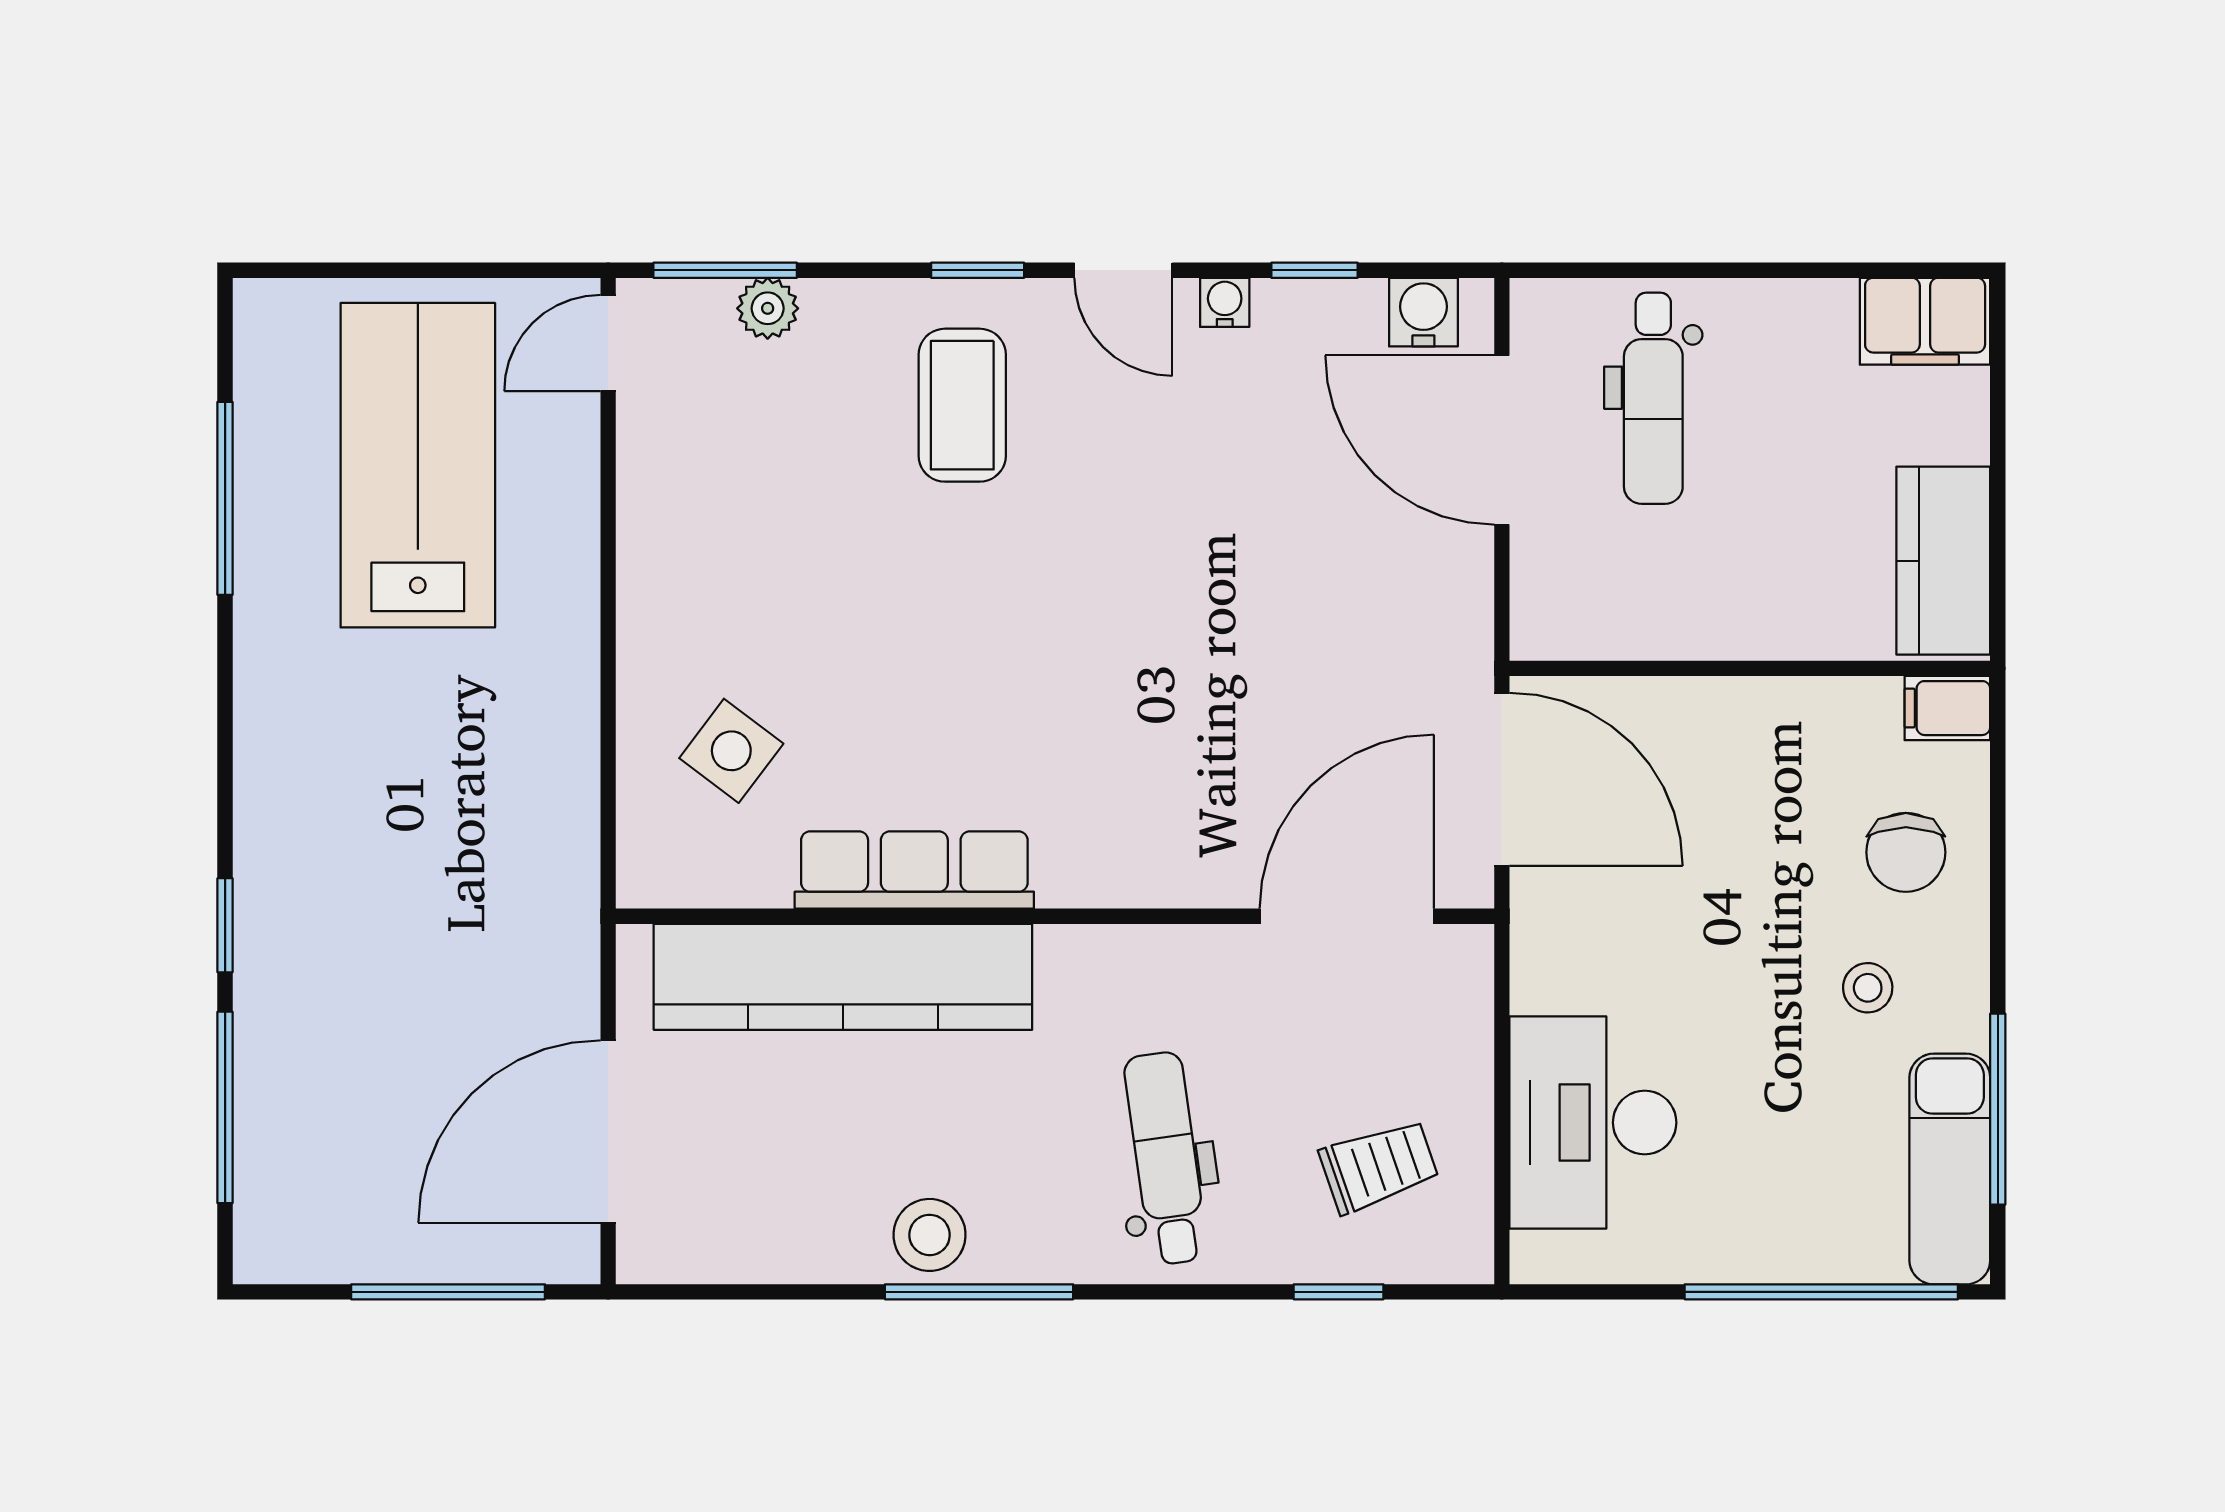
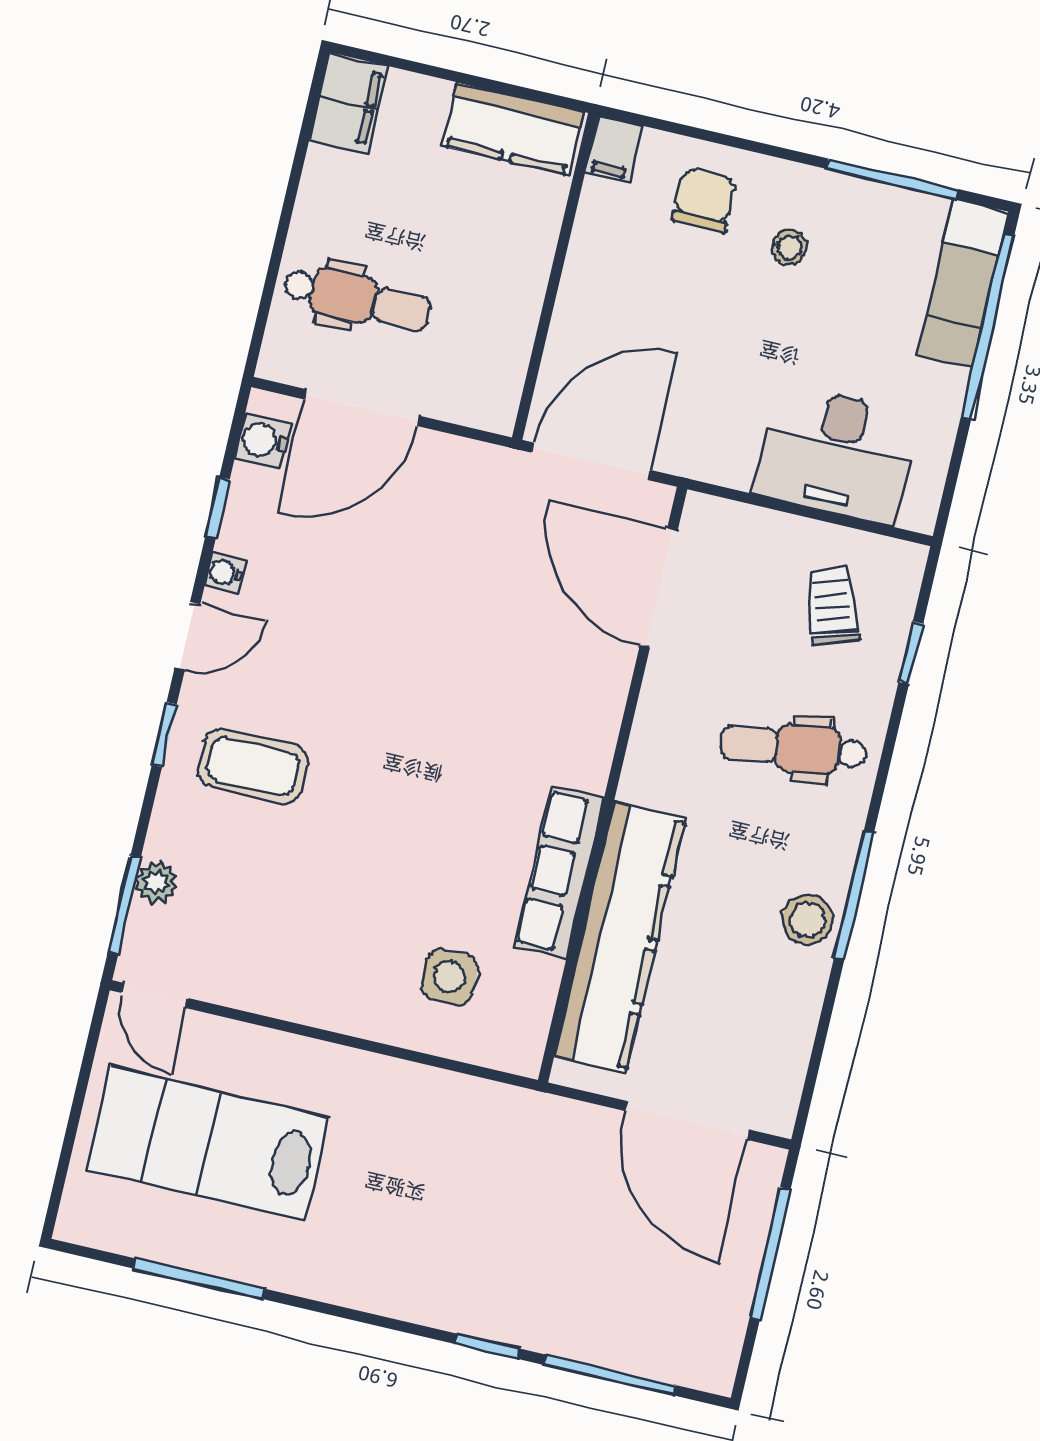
side table: (731, 751) -> (450, 977), turned -37
chair: (1906, 852) -> (704, 200), turned -90
exam couch: (1950, 1169) -> (963, 283), moved, turned 90

